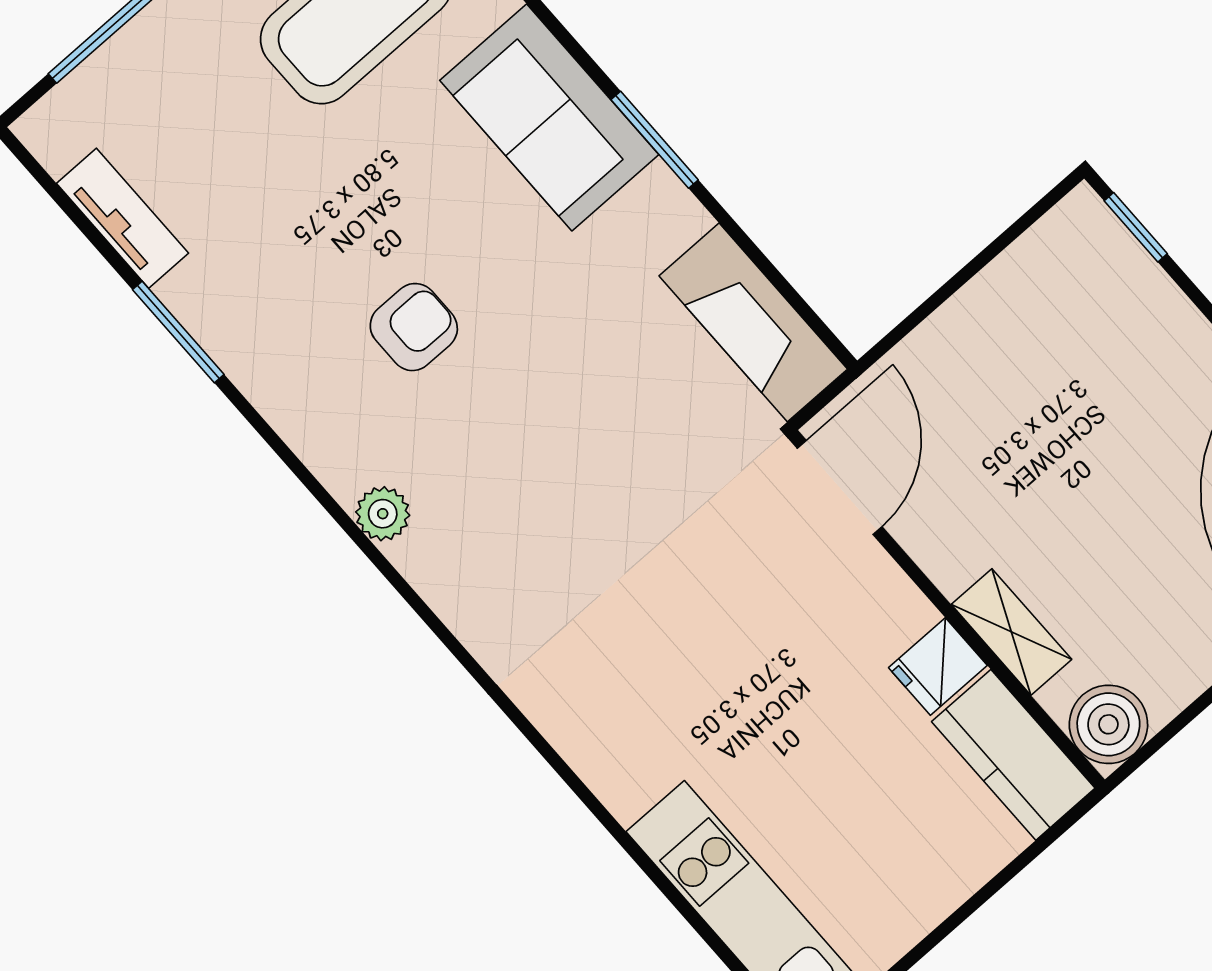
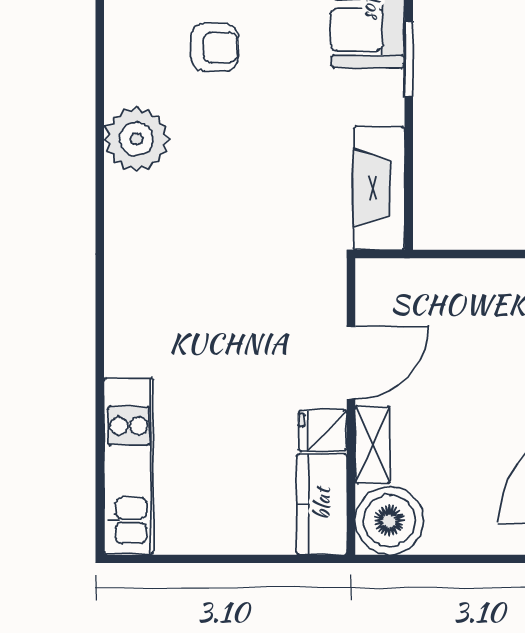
door: (840, 487) -> (351, 362), moved
plant: (383, 514) -> (136, 139), width x1.88, depth x1.88
boiler: (1108, 724) -> (389, 521), width x1.37, depth x1.37

